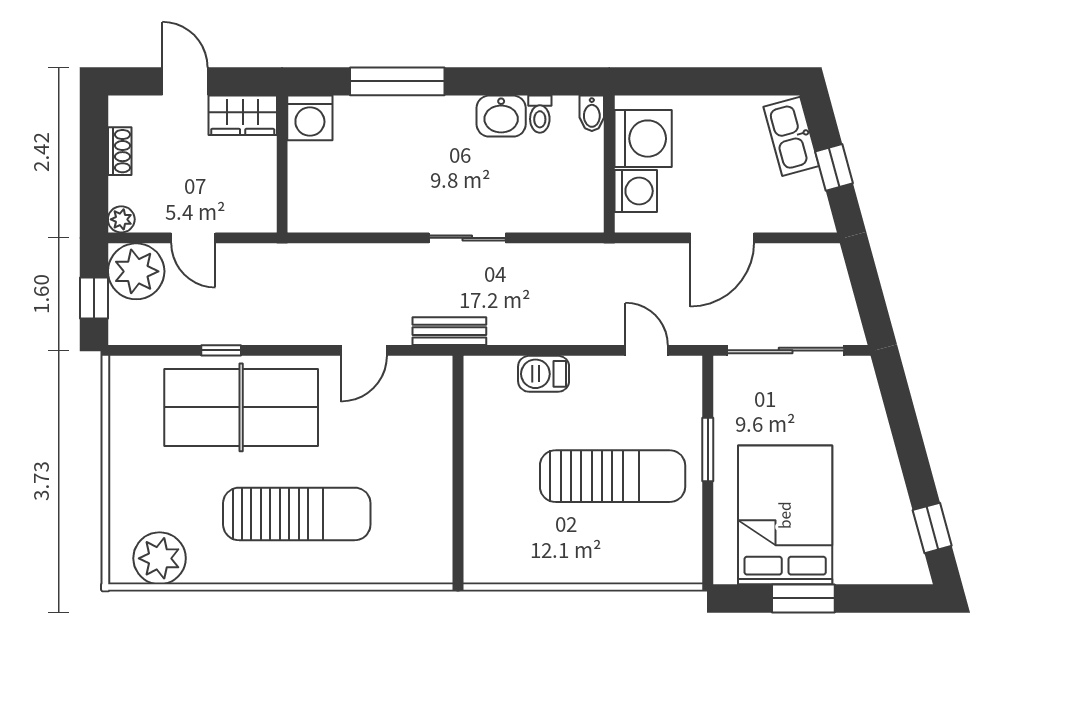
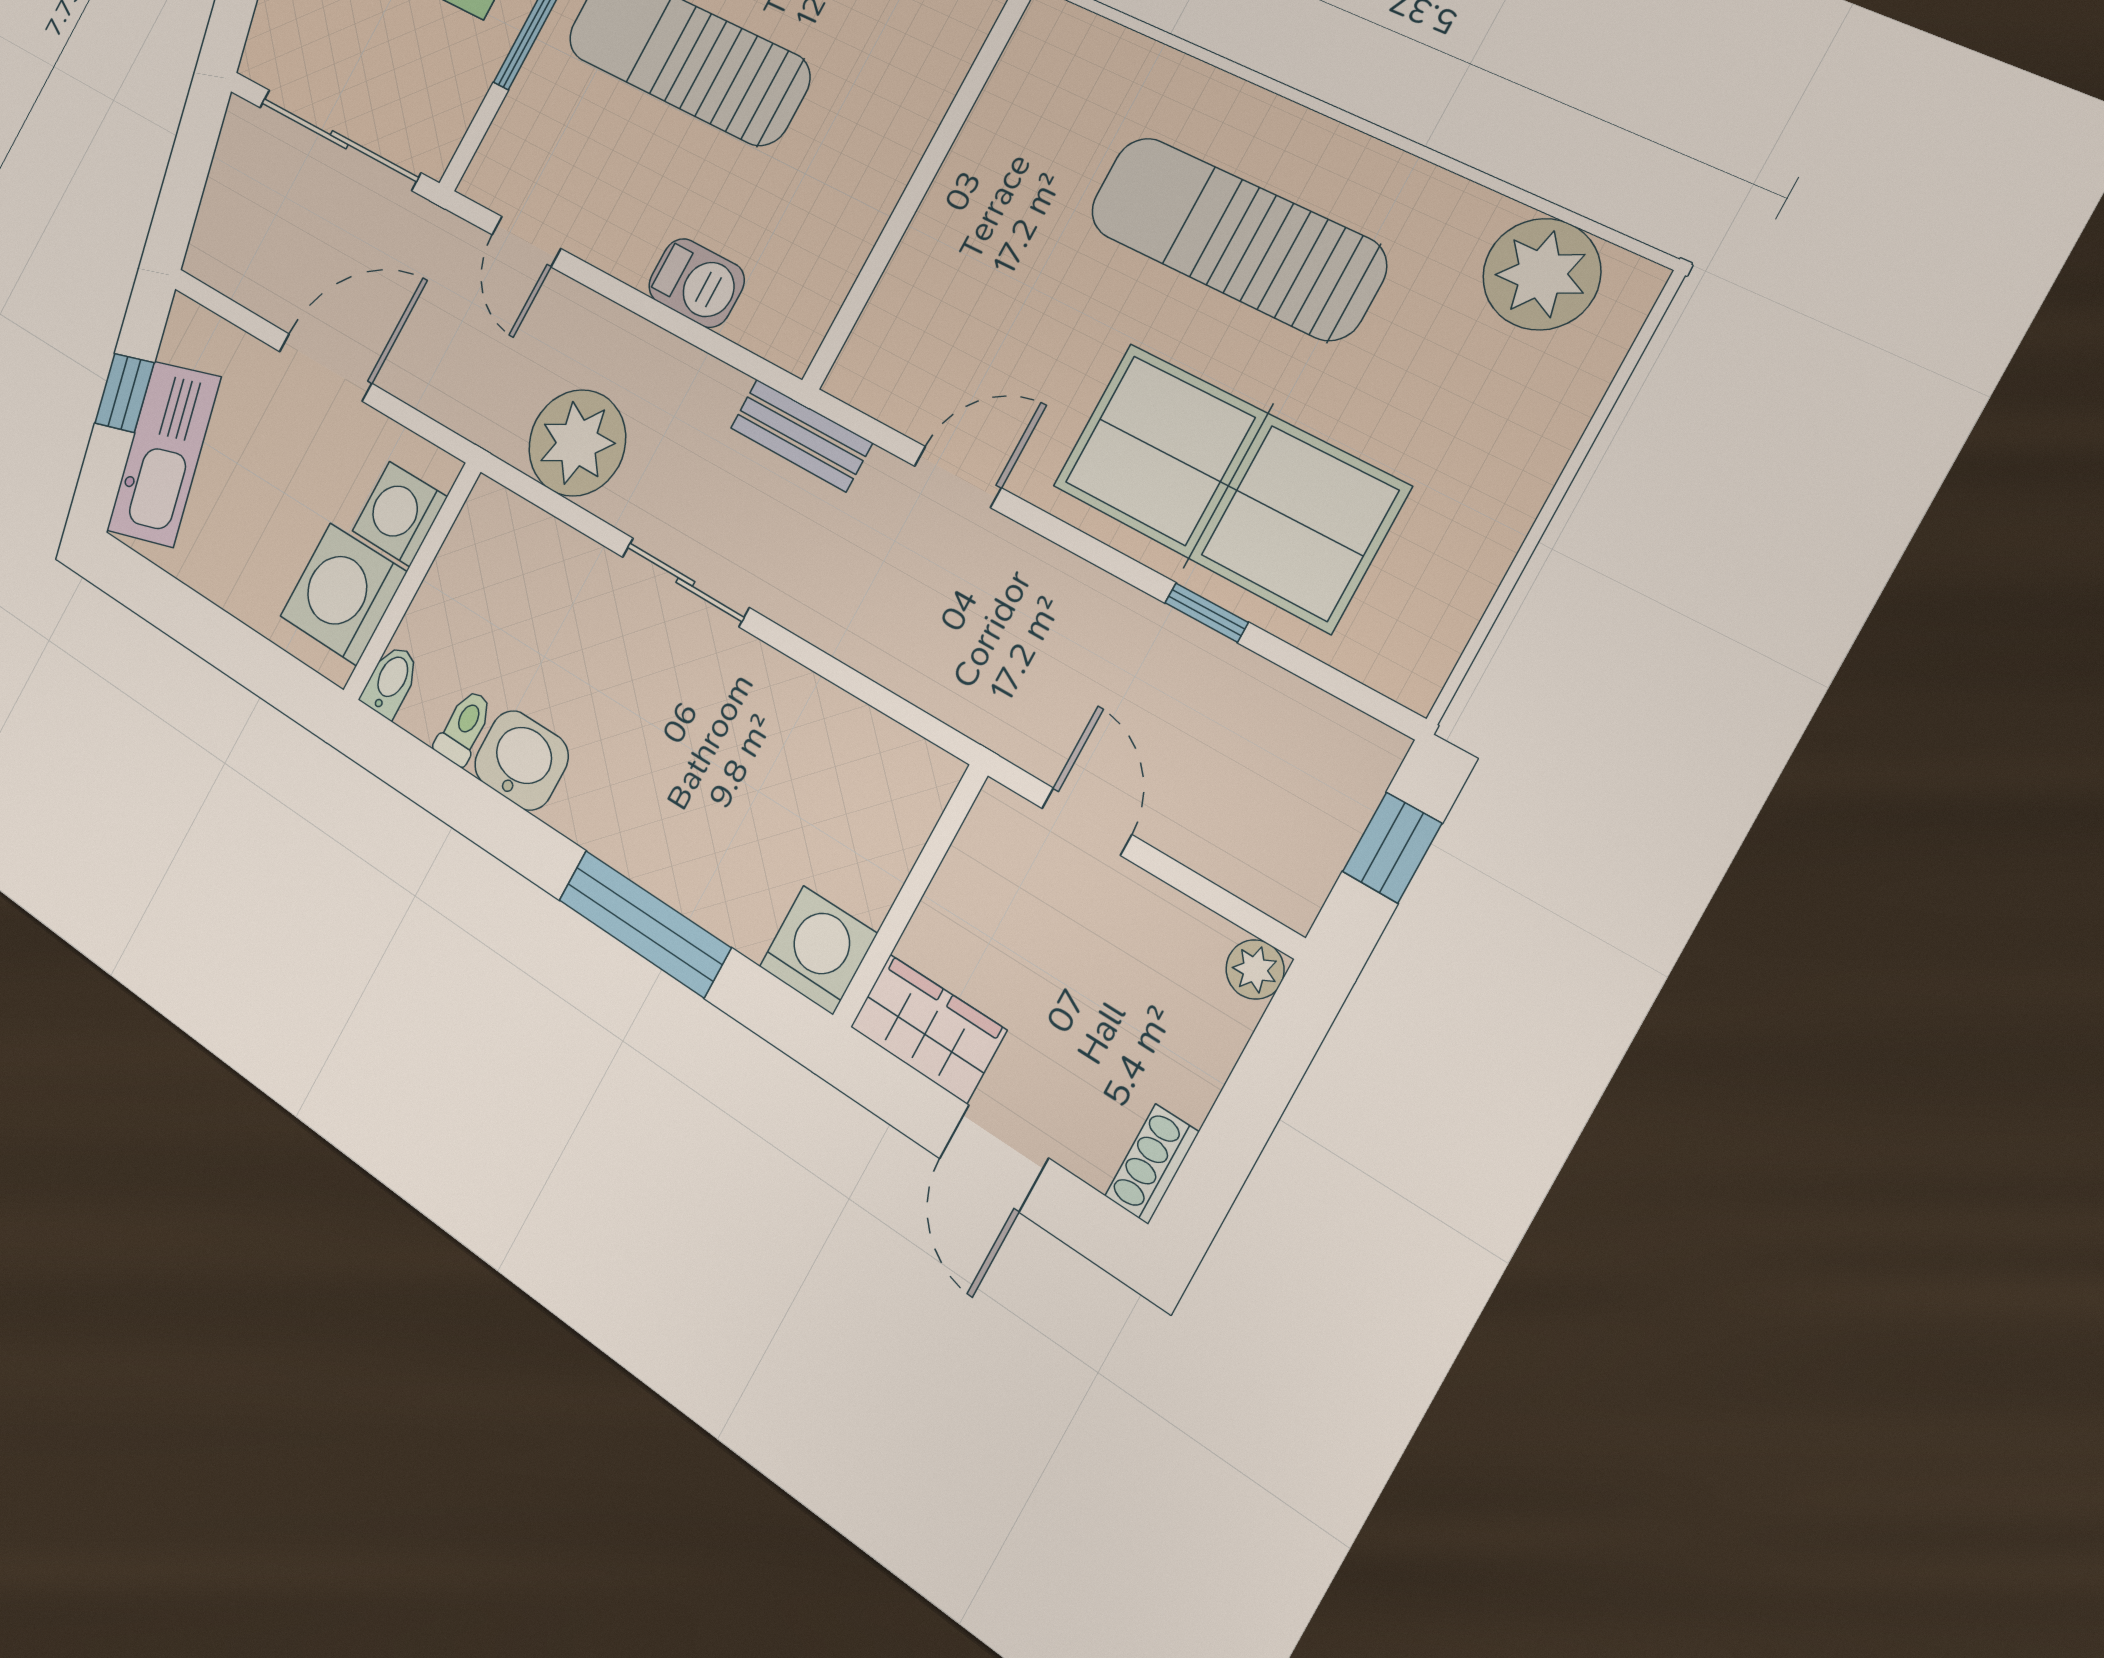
kitchen sink: (791, 136) -> (164, 454), width x1.36, depth x1.24
shoe rack: (120, 151) -> (1152, 1164), moved
door: (193, 238) -> (1087, 821), moved
plant: (136, 271) -> (577, 443), moved

